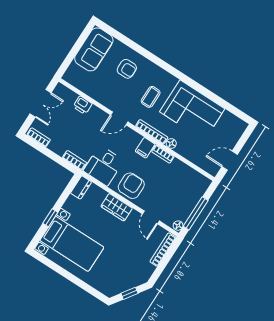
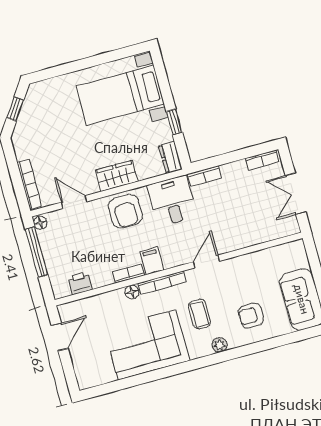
plant: (157, 71) -> (220, 345), added
printer: (83, 105) -> (80, 283), moved
window: (50, 218) -> (174, 122), moved

